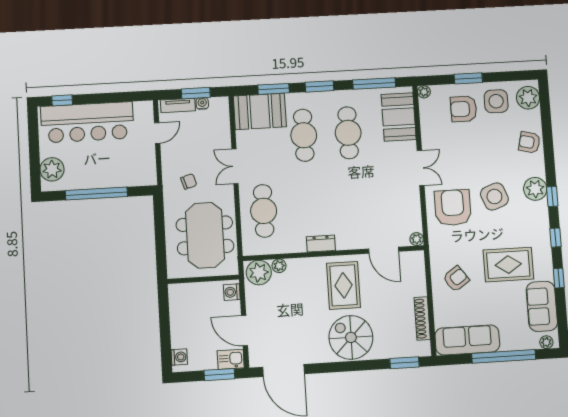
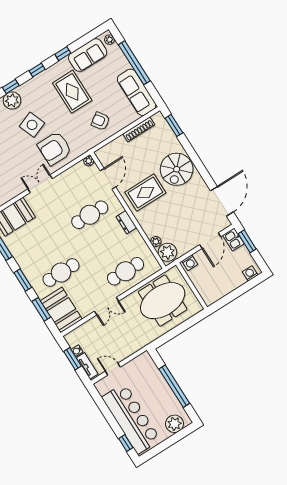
cafe table: (348, 133) -> (90, 215), moved
chair: (189, 181) -> (133, 331), removed

